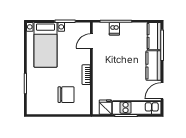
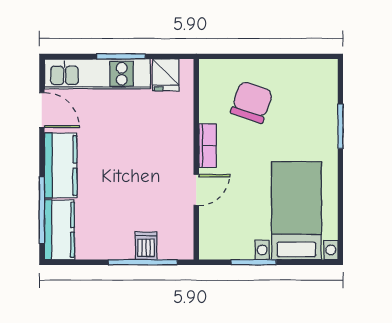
door: (91, 41) -> (196, 190), moved
door: (162, 91) -> (42, 110), hinge flipped
chair: (66, 95) -> (252, 102), turned 109

